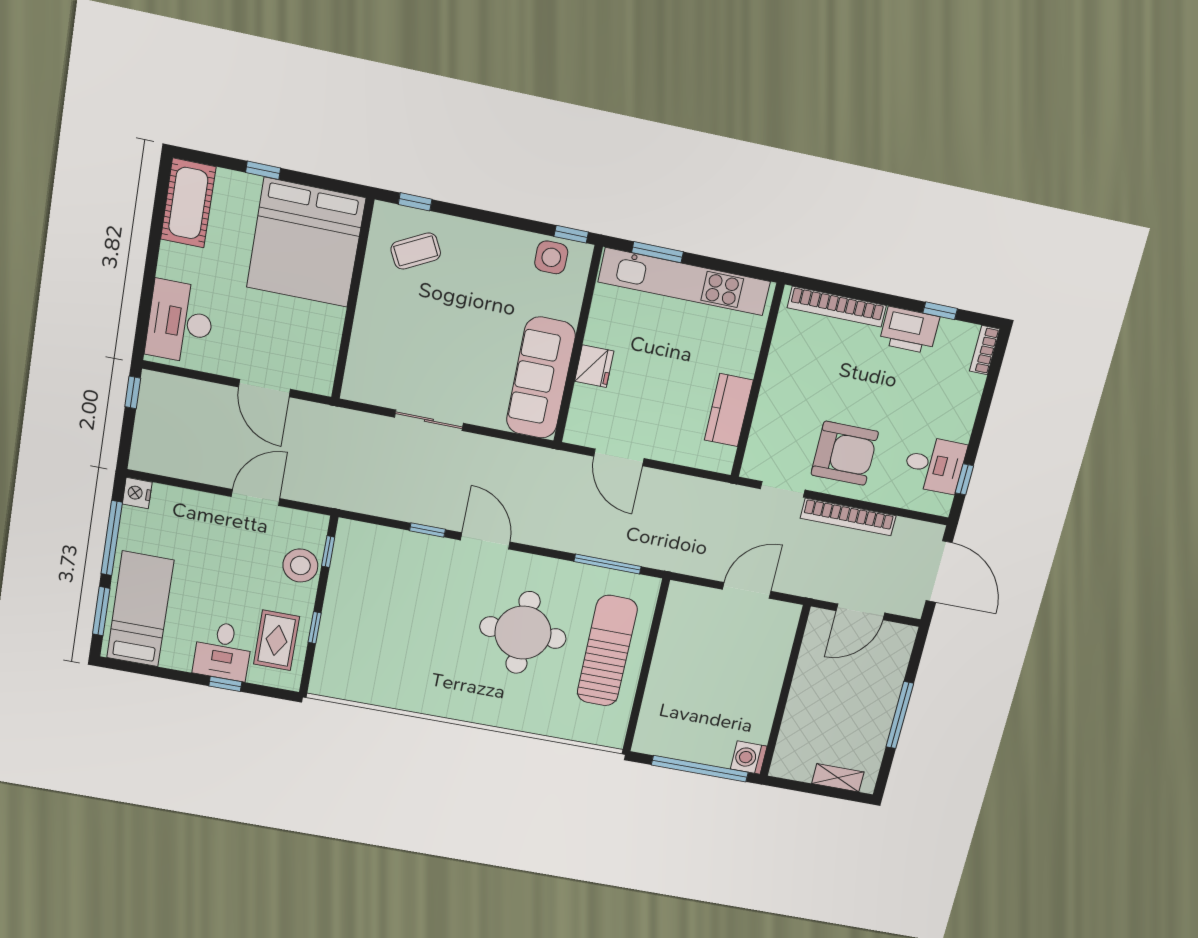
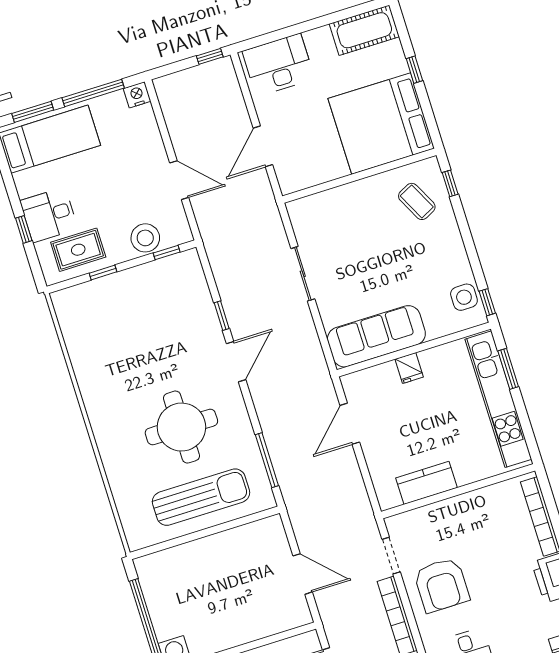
fridge: (594, 366) -> (409, 368), width x0.72

